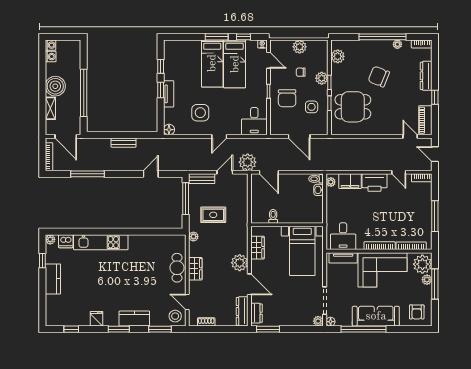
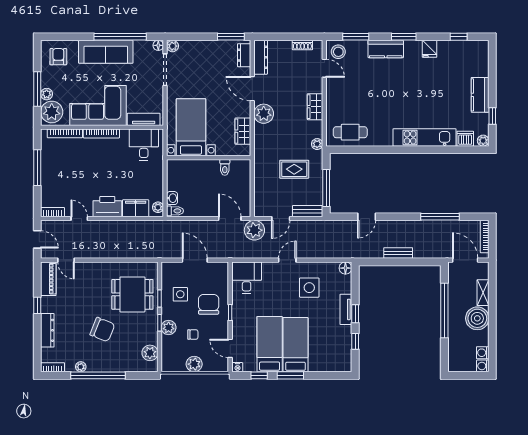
cafe table: (177, 268) -> (350, 132), moved, turned 90

